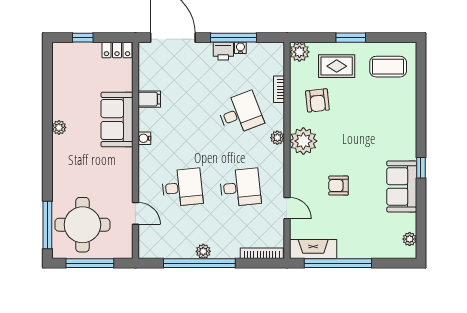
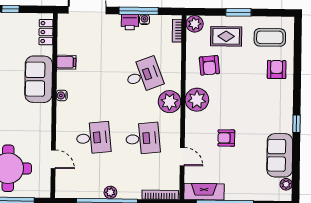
locker: (117, 50) -> (46, 32), moved, turned 90
bookcase: (279, 89) -> (177, 31), moved
armchair: (397, 104) -> (277, 69), added
plant: (277, 138) -> (170, 102), width x1.88, depth x1.88
sofa: (402, 186) -> (280, 155), moved

